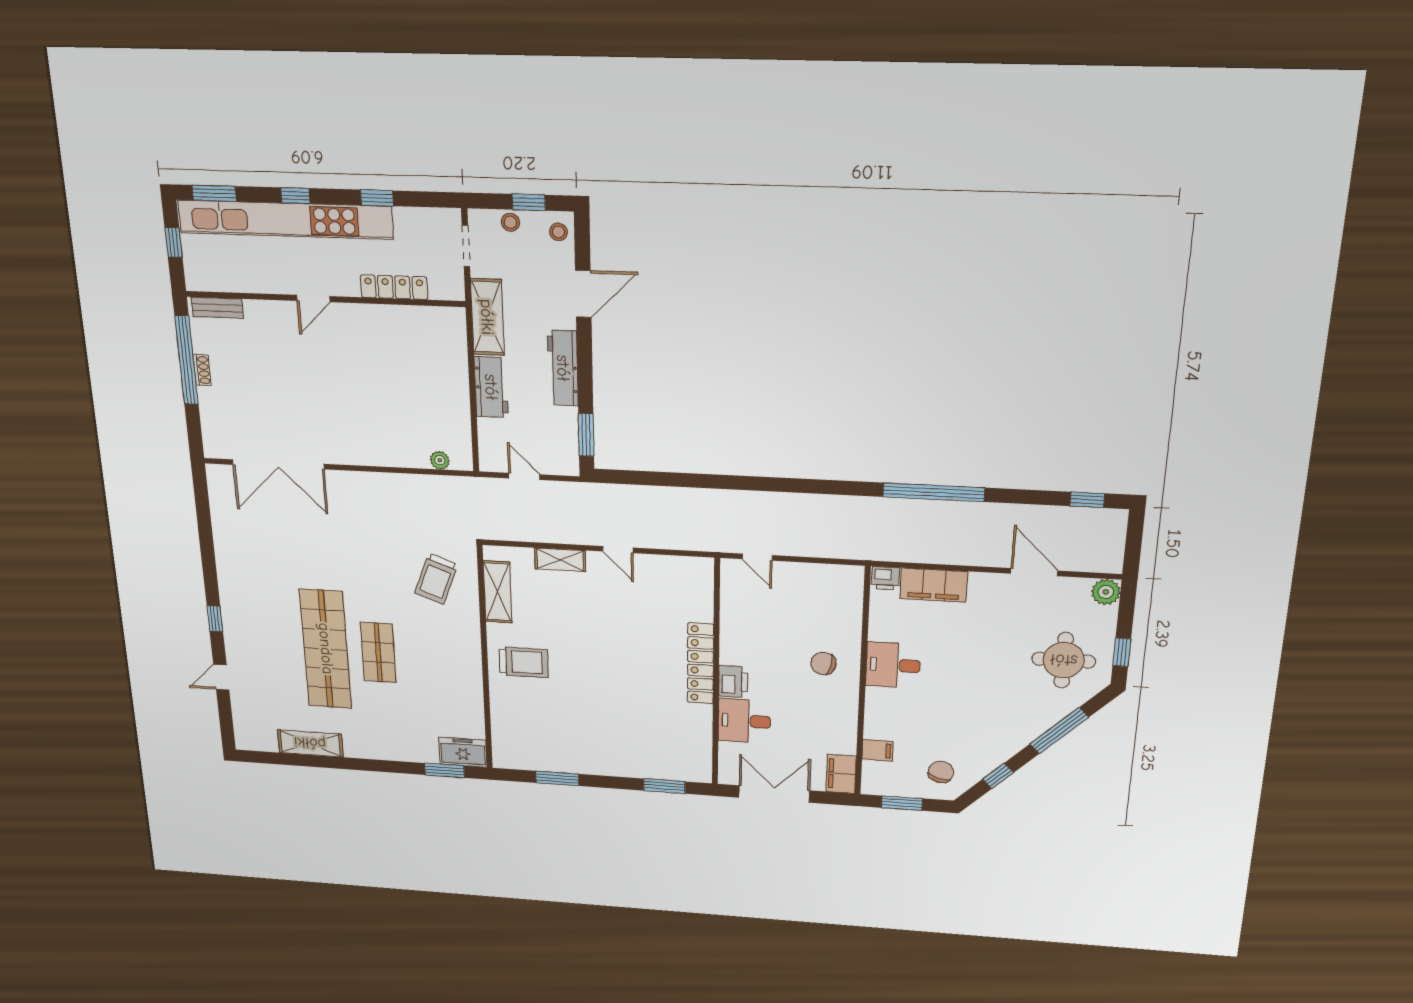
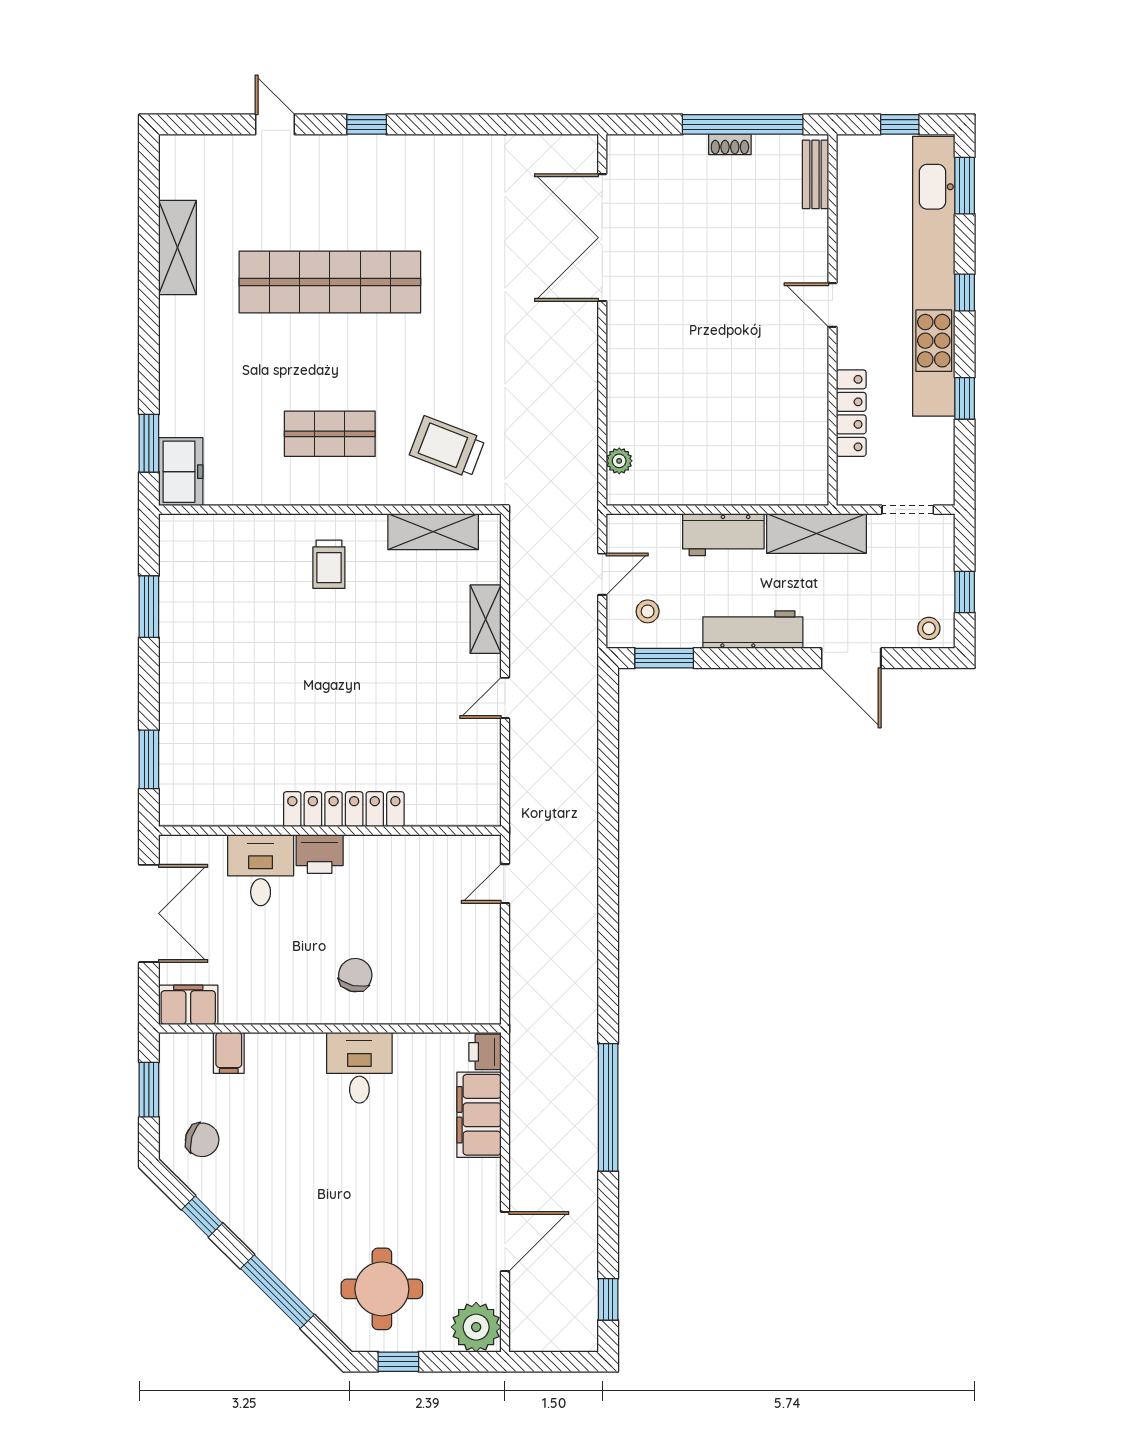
stool: (510, 222) -> (648, 611), moved
plant: (1106, 592) -> (476, 1327), width x1.36, depth x1.36
shop shelf: (378, 652) -> (330, 434), moved
trolley: (524, 662) -> (329, 564), width x0.73, depth x0.72

